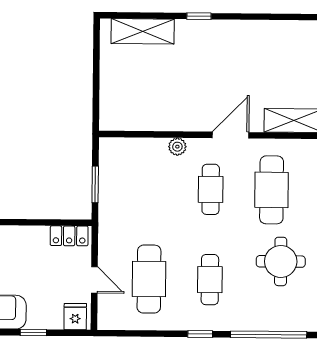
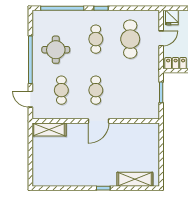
door: (231, 135) -> (99, 121), moved
plant: (177, 147) -> (115, 114), removed
cafe table: (272, 190) -> (61, 90), width x0.73, depth x0.74
door: (94, 280) -> (161, 38), swing flipped

